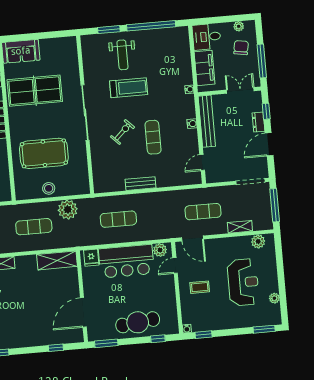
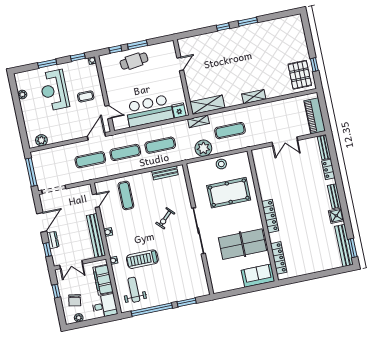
weight bench: (122, 55) -> (134, 290), moved
window: (262, 61) -> (56, 291), width x0.46
treadmill: (129, 88) -> (142, 259), moved
exercise mat: (153, 137) -> (126, 195), moved
bench: (141, 184) -> (165, 173), moved
exercise mat: (161, 215) -> (125, 152), added
shelving: (240, 227) -> (198, 121), moved
door: (193, 238) -> (96, 136), hinge flipped
plant: (160, 250) -> (122, 123), removed
door: (175, 266) -> (108, 112), hinge flipped
reception desk: (243, 282) -> (54, 90), moved
door: (83, 312) -> (180, 64), width x0.53
cafe table: (138, 322) -> (134, 61), width x0.73, depth x0.74
window: (264, 329) -> (47, 64), moved
window: (106, 343) -> (137, 45), moved
window: (56, 348) -> (223, 27), moved

